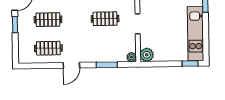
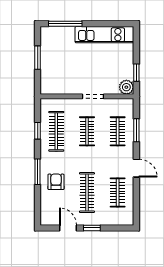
clothes rail: (48, 20) -> (87, 193), width x1.36
clothes rail: (105, 47) -> (118, 131), added
plant: (131, 57) -> (129, 104), removed
window: (190, 63) -> (136, 73), moved

